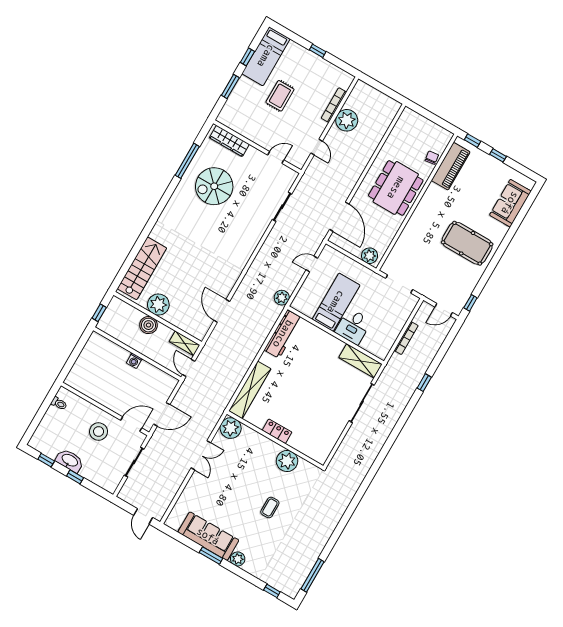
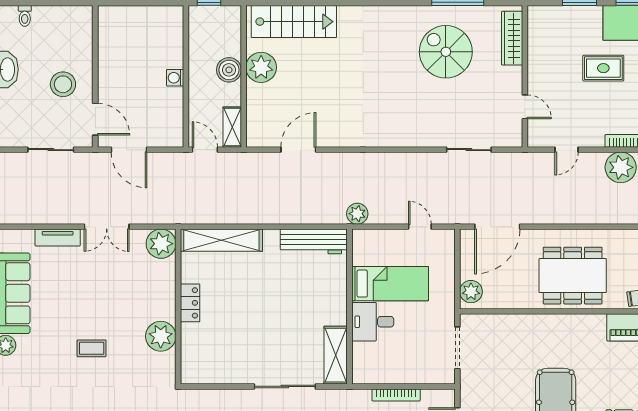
door: (189, 368) -> (205, 150), hinge flipped
toilet: (59, 403) -> (25, 16), moved
tv unit: (190, 489) -> (58, 238), added

